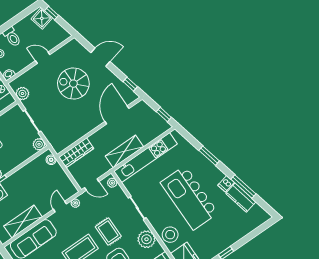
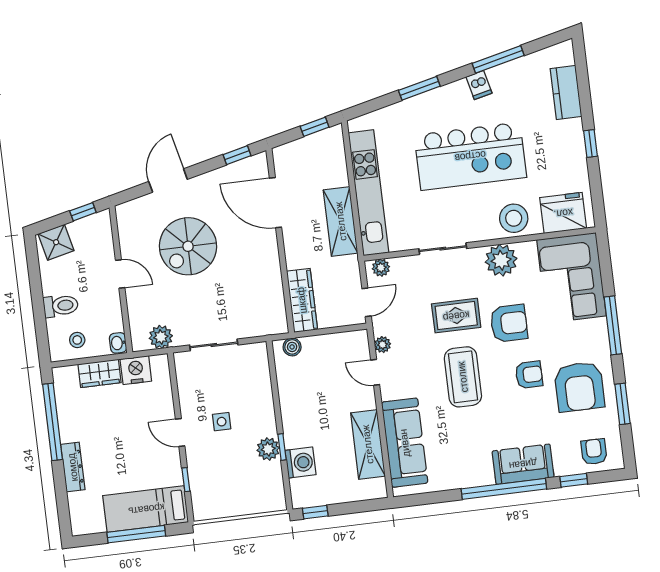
window: (52, 13) -> (83, 212), moved
door: (43, 58) -> (120, 274), swing flipped
plant: (39, 144) -> (257, 353), removed
kitchen counter: (241, 198) -> (566, 93), moved, turned 103

